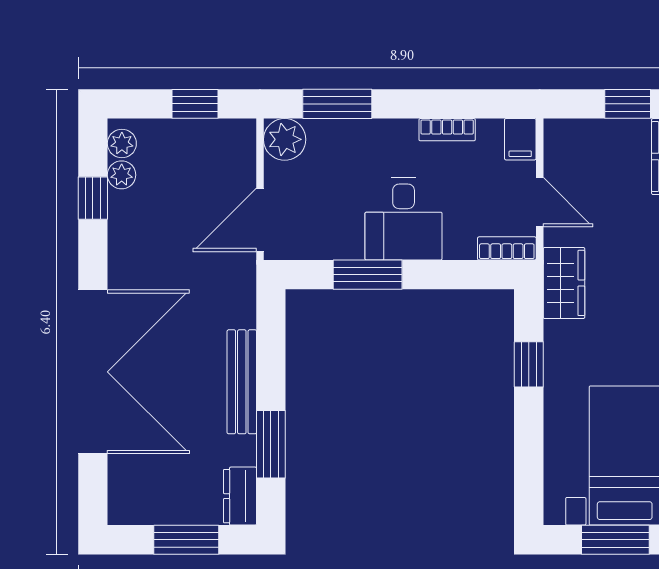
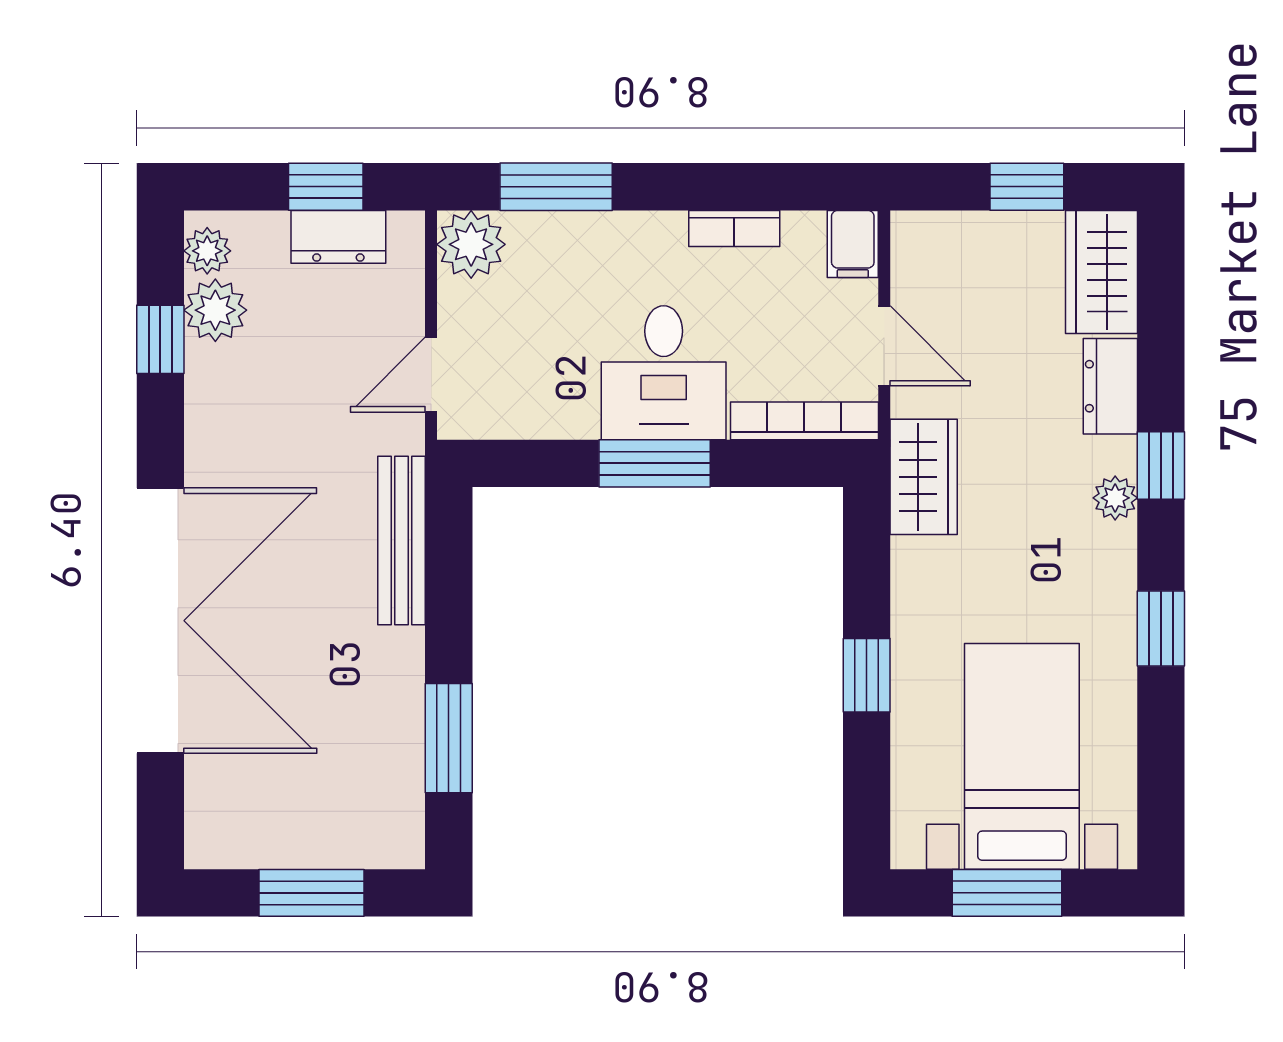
plant: (122, 175) -> (215, 310), width x1.38, depth x1.38
door: (260, 220) -> (431, 375), width x0.73
bookcase: (507, 248) -> (804, 421), width x1.56
window: (368, 275) -> (655, 463), moved
window: (529, 364) -> (867, 675), moved
bench: (242, 382) -> (402, 541), moved
dresser: (240, 496) -> (338, 237), moved, turned -90

